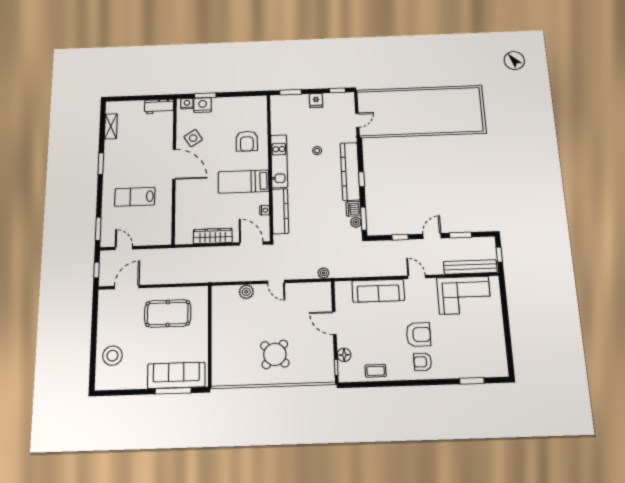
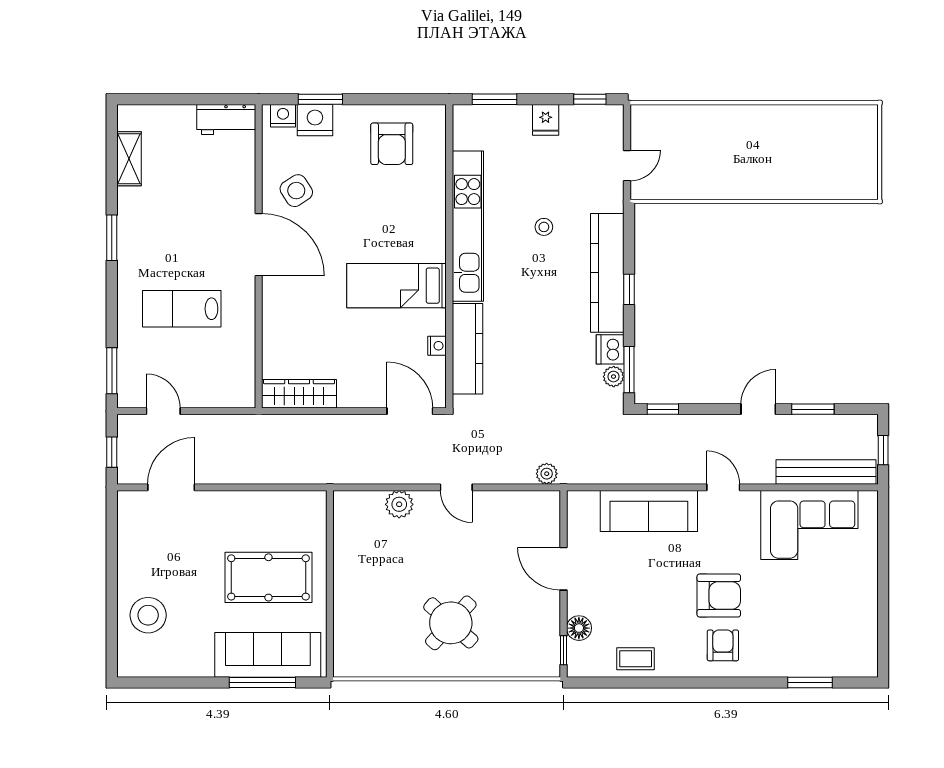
armchair: (247, 141) -> (392, 144), moved
kitchen unit: (279, 161) -> (468, 226), width x1.36
wardrobe: (213, 236) -> (299, 394), moved
window: (400, 237) -> (663, 409), moved
pool table: (168, 313) -> (268, 577), moved
armchair: (423, 362) -> (723, 645), turned 90

